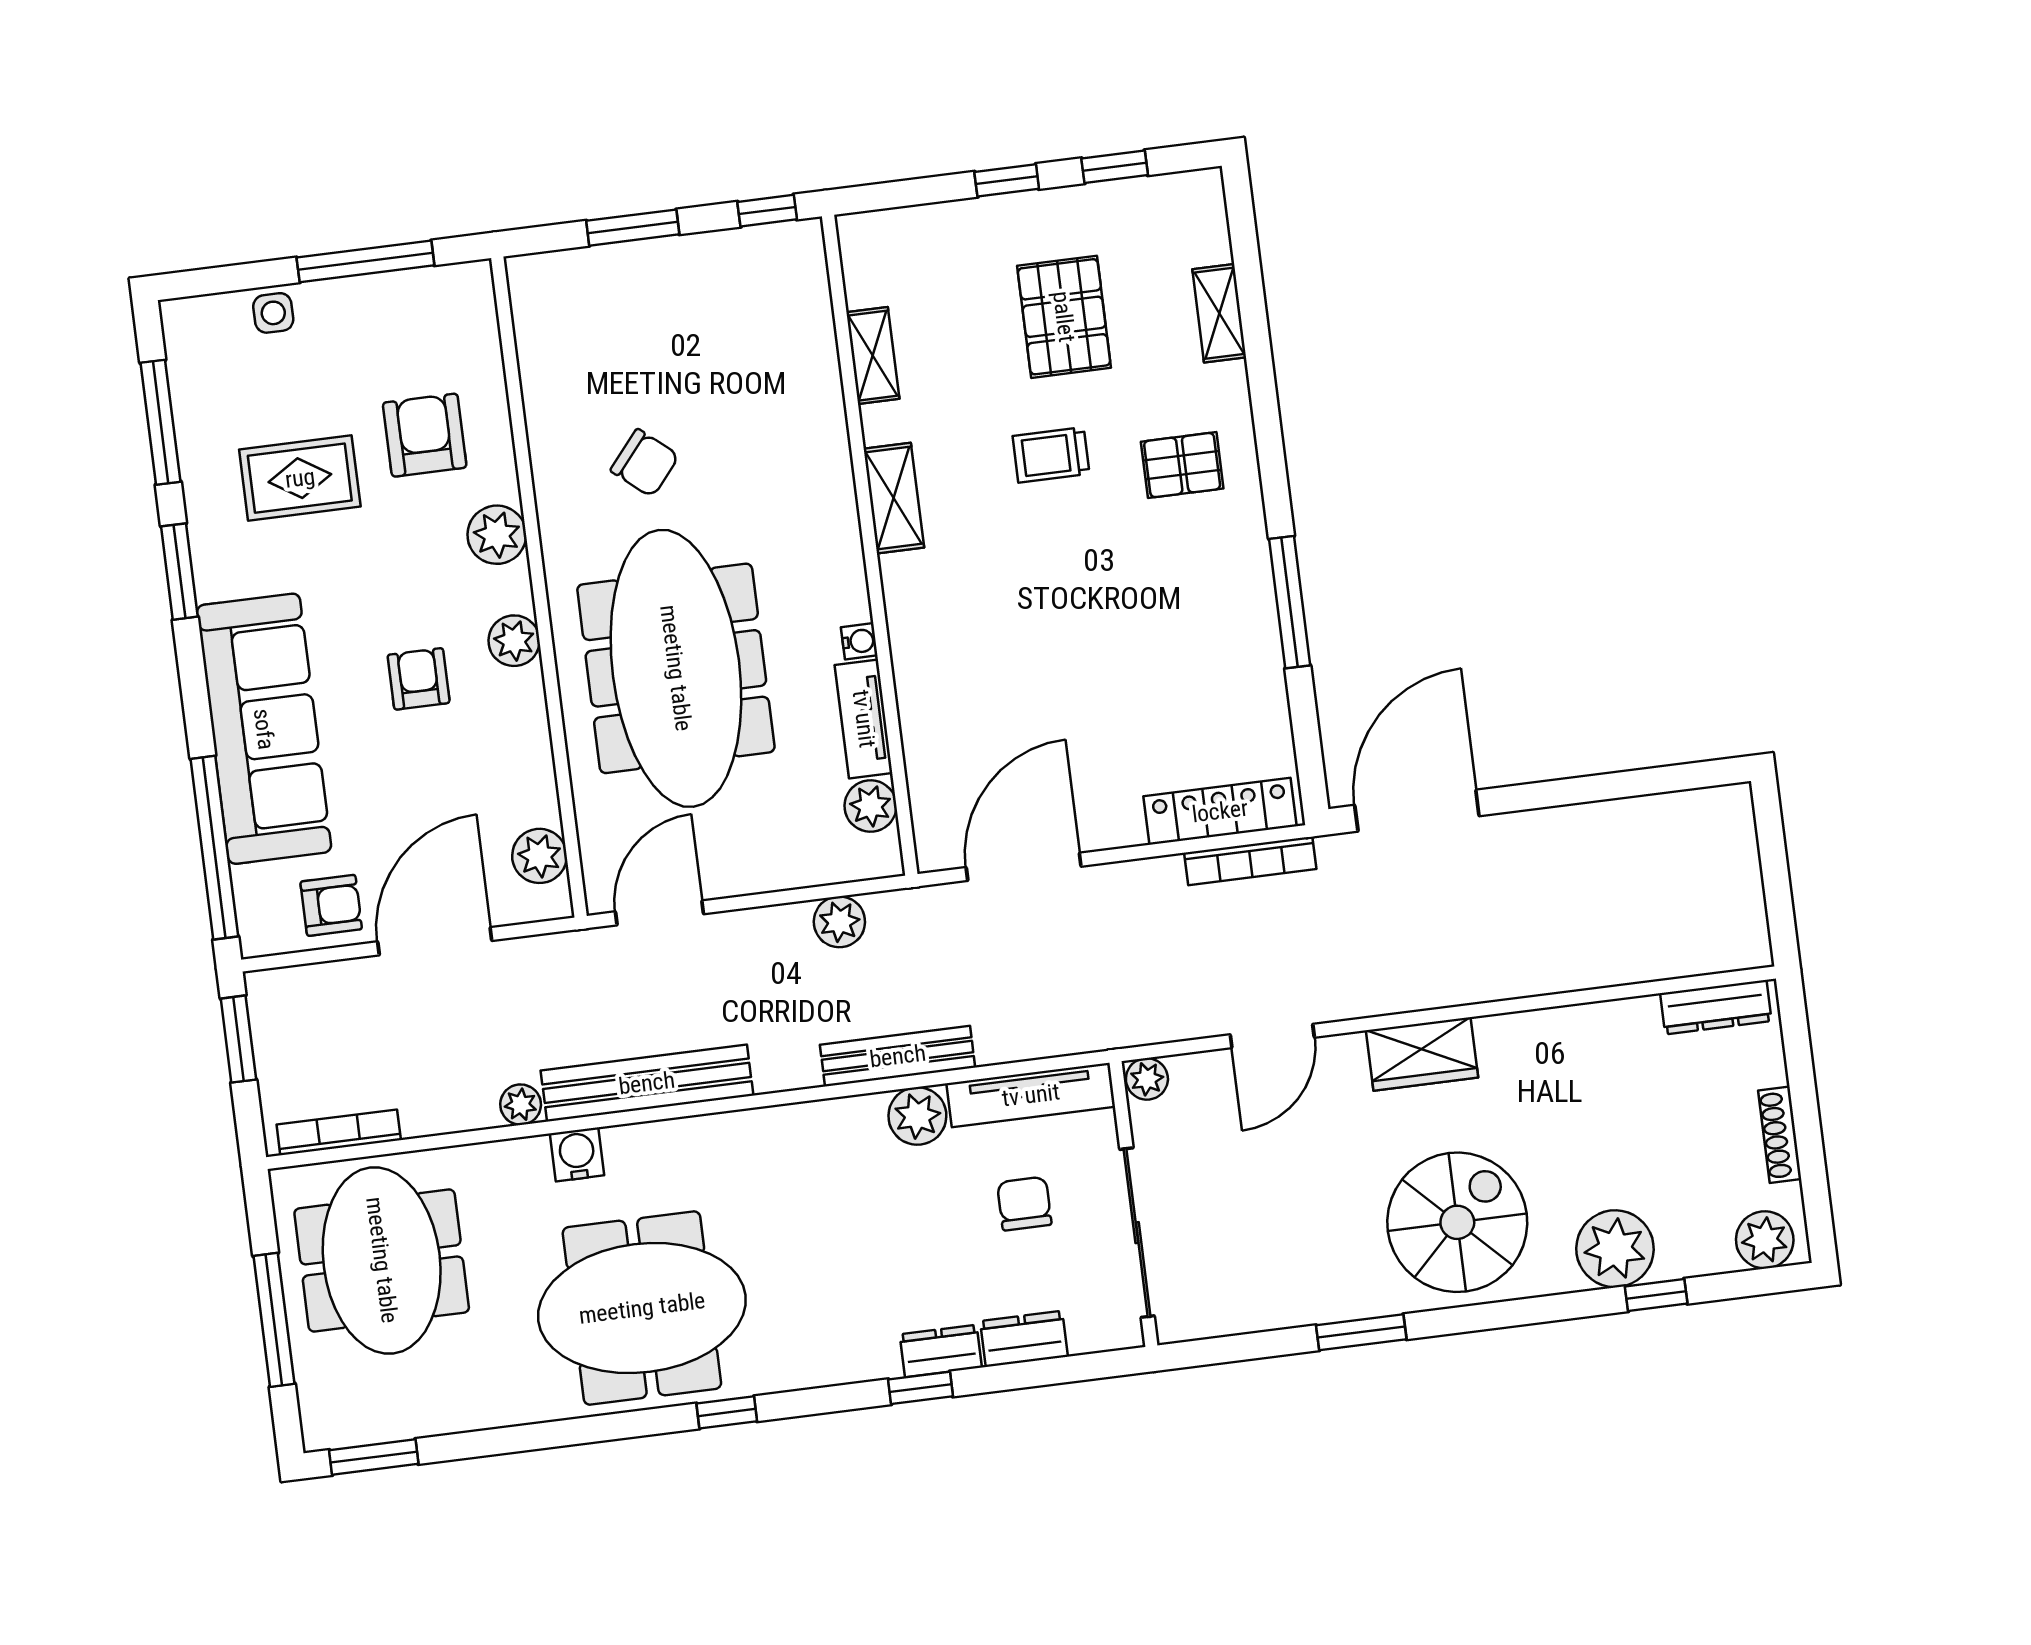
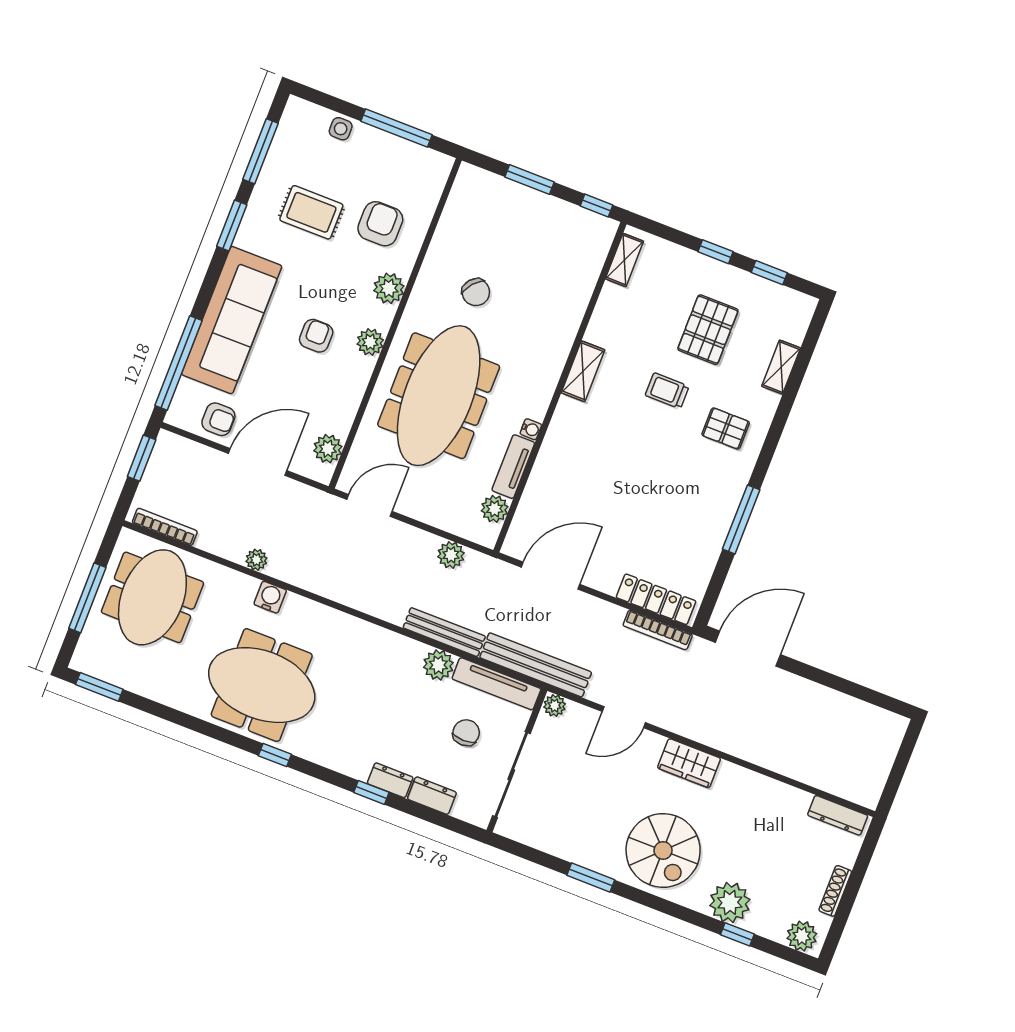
shelving: (873, 356) -> (624, 260), moved
bench: (647, 1083) -> (536, 665), moved
spiral stairs: (1457, 1222) -> (663, 850), turned 90

